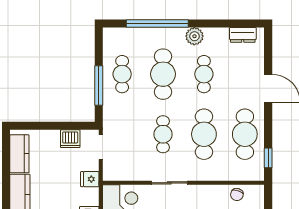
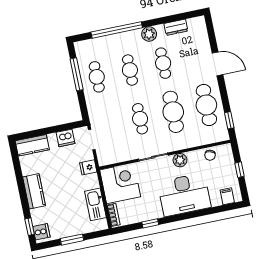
dresser: (243, 35) -> (176, 27), moved
cafe table: (163, 74) -> (130, 70), width x0.73, depth x0.74
window: (99, 86) -> (77, 74), moved
kitchen counter: (19, 154) -> (32, 145), moved, turned 90
plant: (200, 193) -> (180, 160), added

